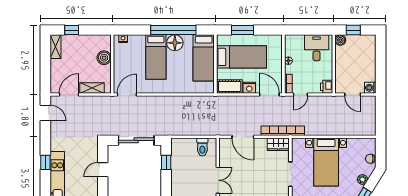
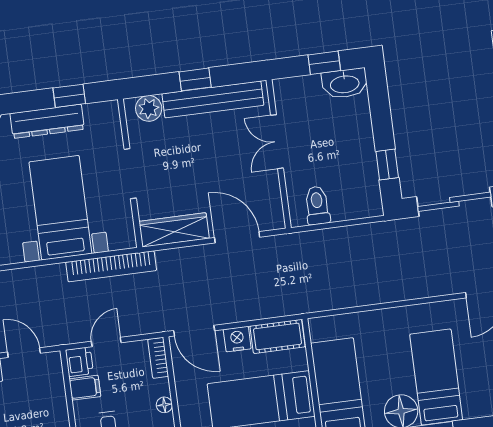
filing cabinet: (326, 74) -> (85, 388), added
door: (300, 95) -> (106, 342), moved
bookcase: (283, 131) -> (111, 266), moved
wardrobe: (278, 144) -> (174, 230), width x1.50

